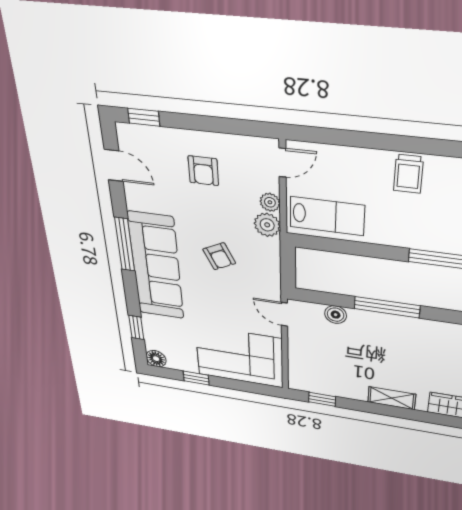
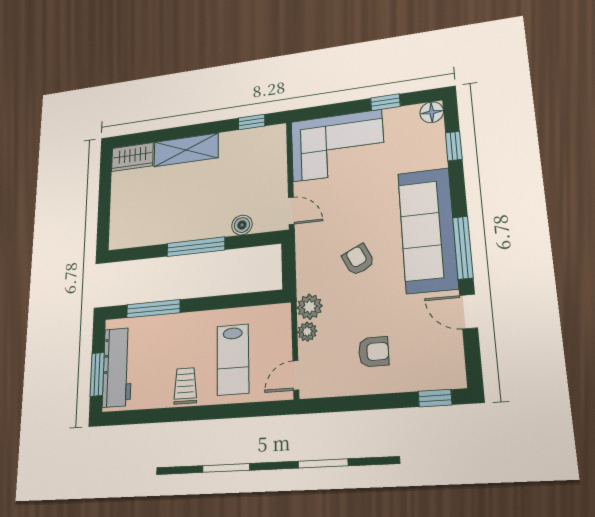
door: (114, 165) -> (469, 312), moved
armchair: (203, 171) -> (374, 352), turned 90
lab bench: (327, 216) -> (233, 359), moved, turned -90
shelving: (392, 398) -> (186, 150), width x1.50, depth x1.33

